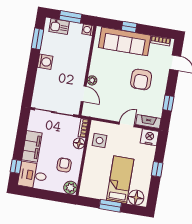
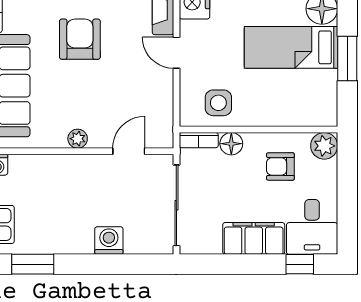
washing machine: (45, 62) -> (109, 240), moved
armchair: (141, 79) -> (80, 39), turned -90
plant: (92, 80) -> (78, 139), moved

